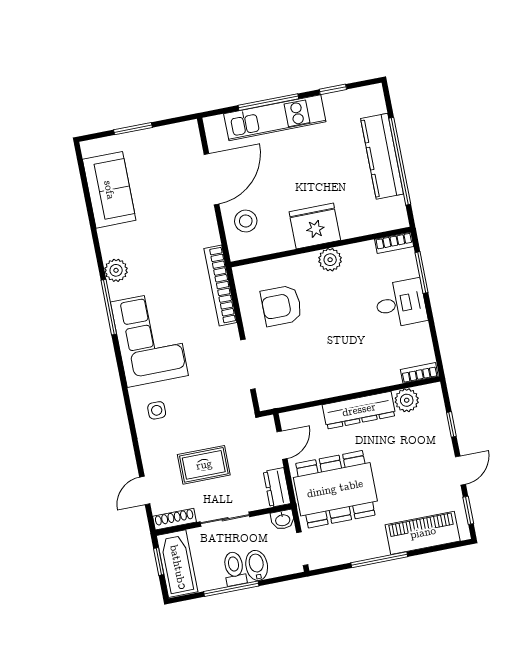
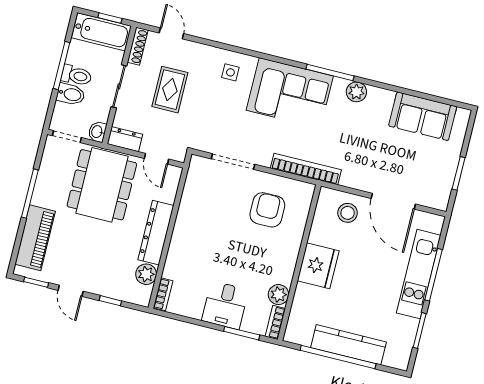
window: (333, 89) -> (420, 331), width x1.50
window: (133, 129) -> (459, 173), moved
plant: (330, 260) -> (279, 295), moved

